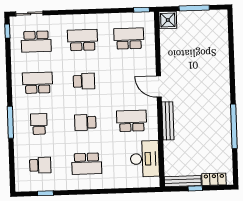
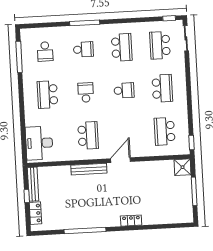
school desk: (129, 38) -> (165, 131), turned 180
locker: (224, 77) -> (131, 221), added
school desk: (84, 81) -> (124, 90), turned -90
desk: (145, 159) -> (39, 143), moved, turned 90
window: (45, 193) -> (19, 57), width x2.17

